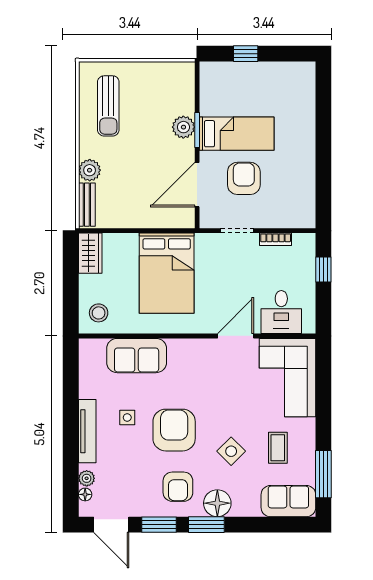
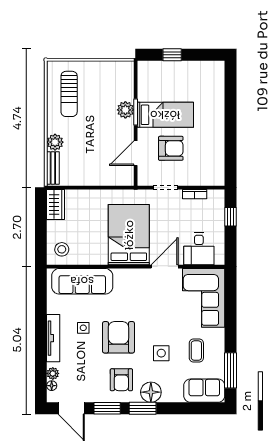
armchair: (244, 178) -> (171, 148), turned 90
door: (197, 185) -> (136, 153), width x0.73
bed: (167, 273) -> (129, 235), moved, turned 180
sofa: (137, 356) -> (82, 281), width x1.36
side table: (231, 451) -> (161, 353), turned 45

